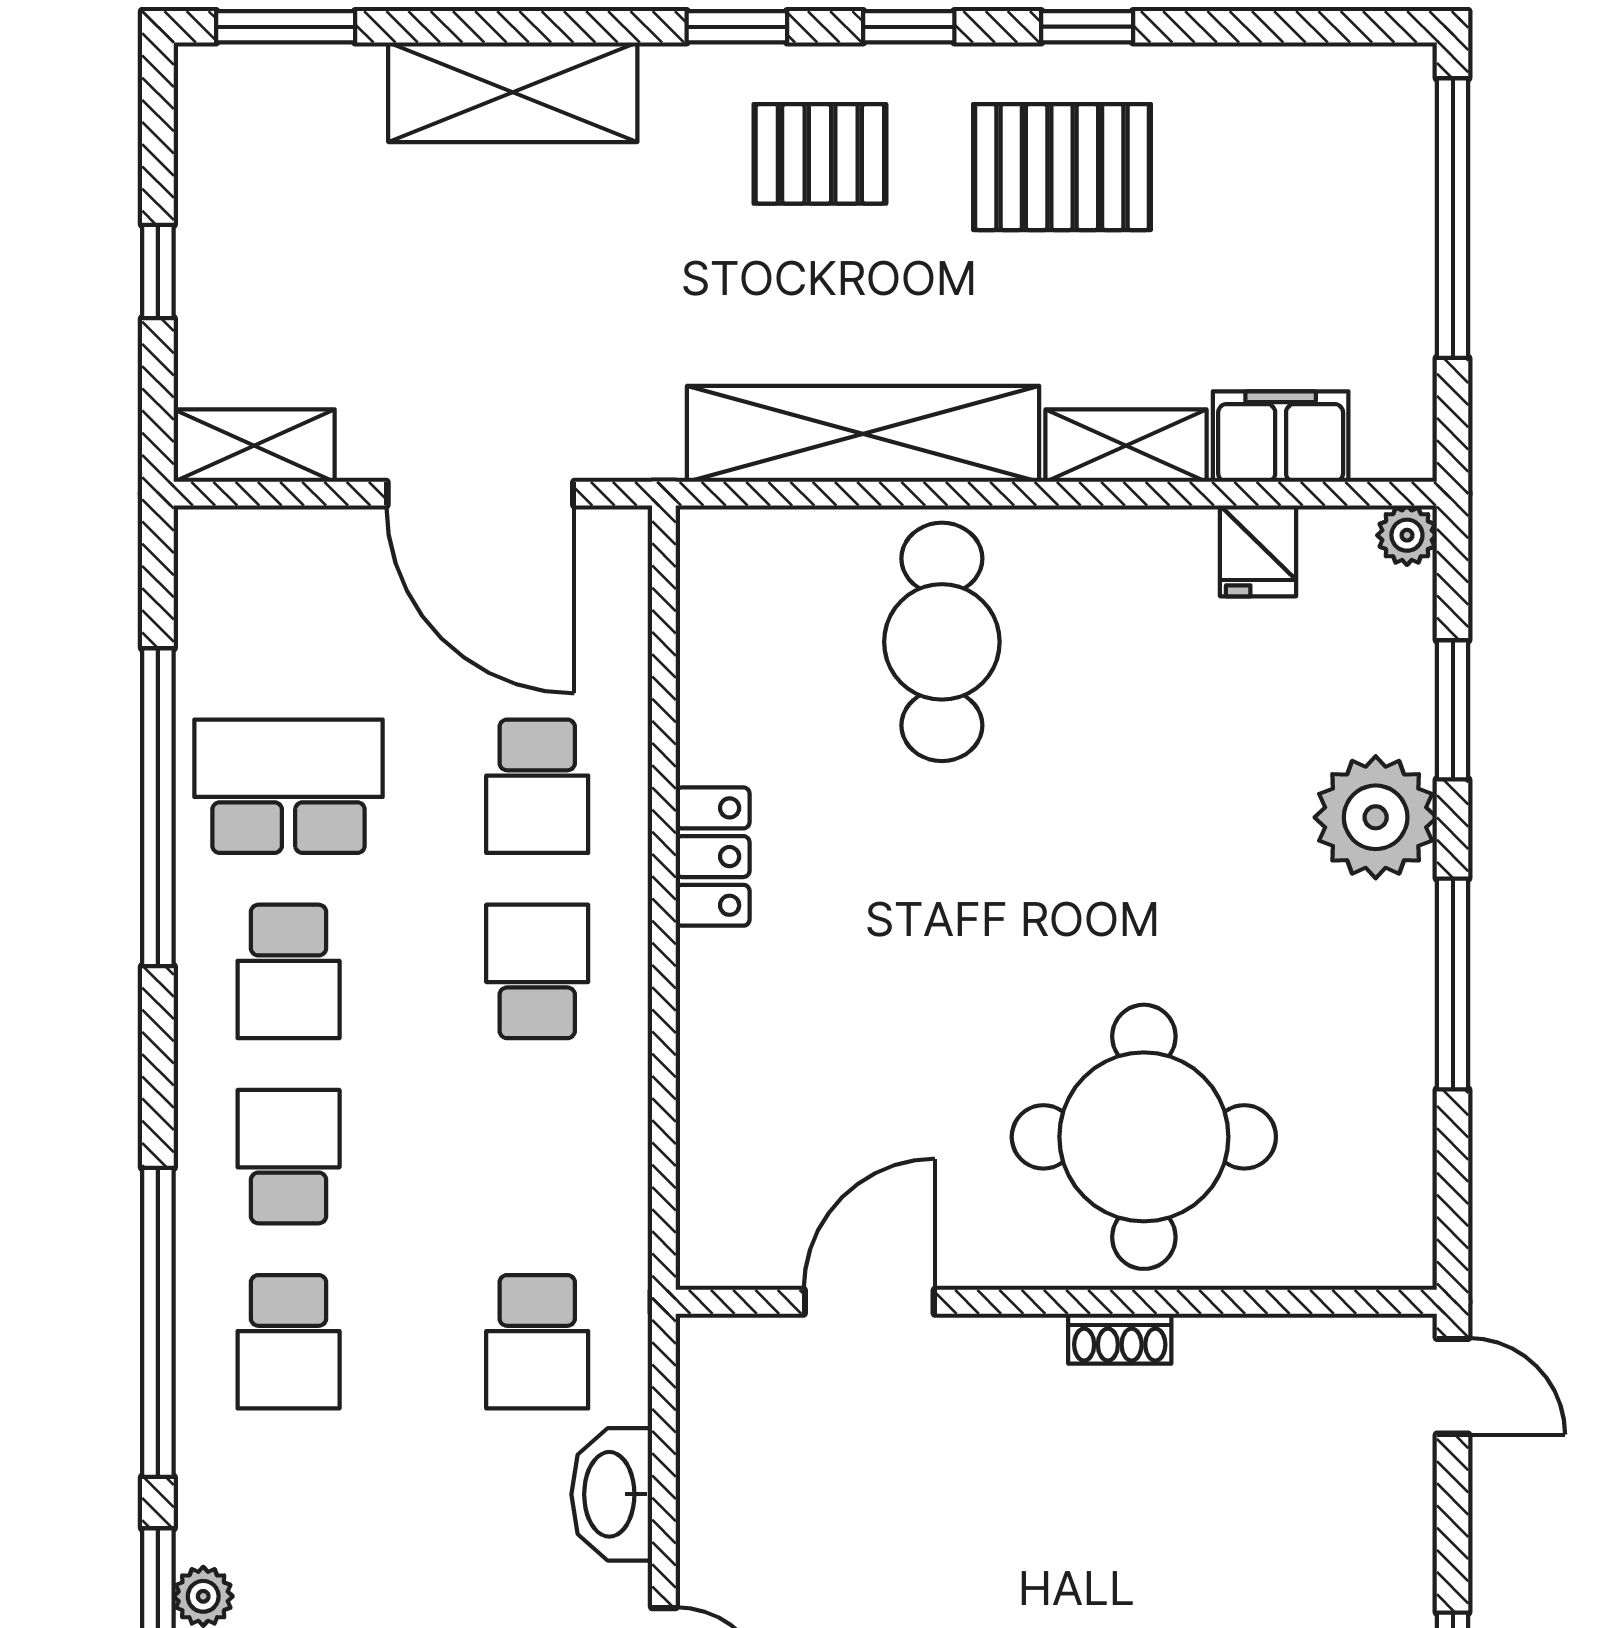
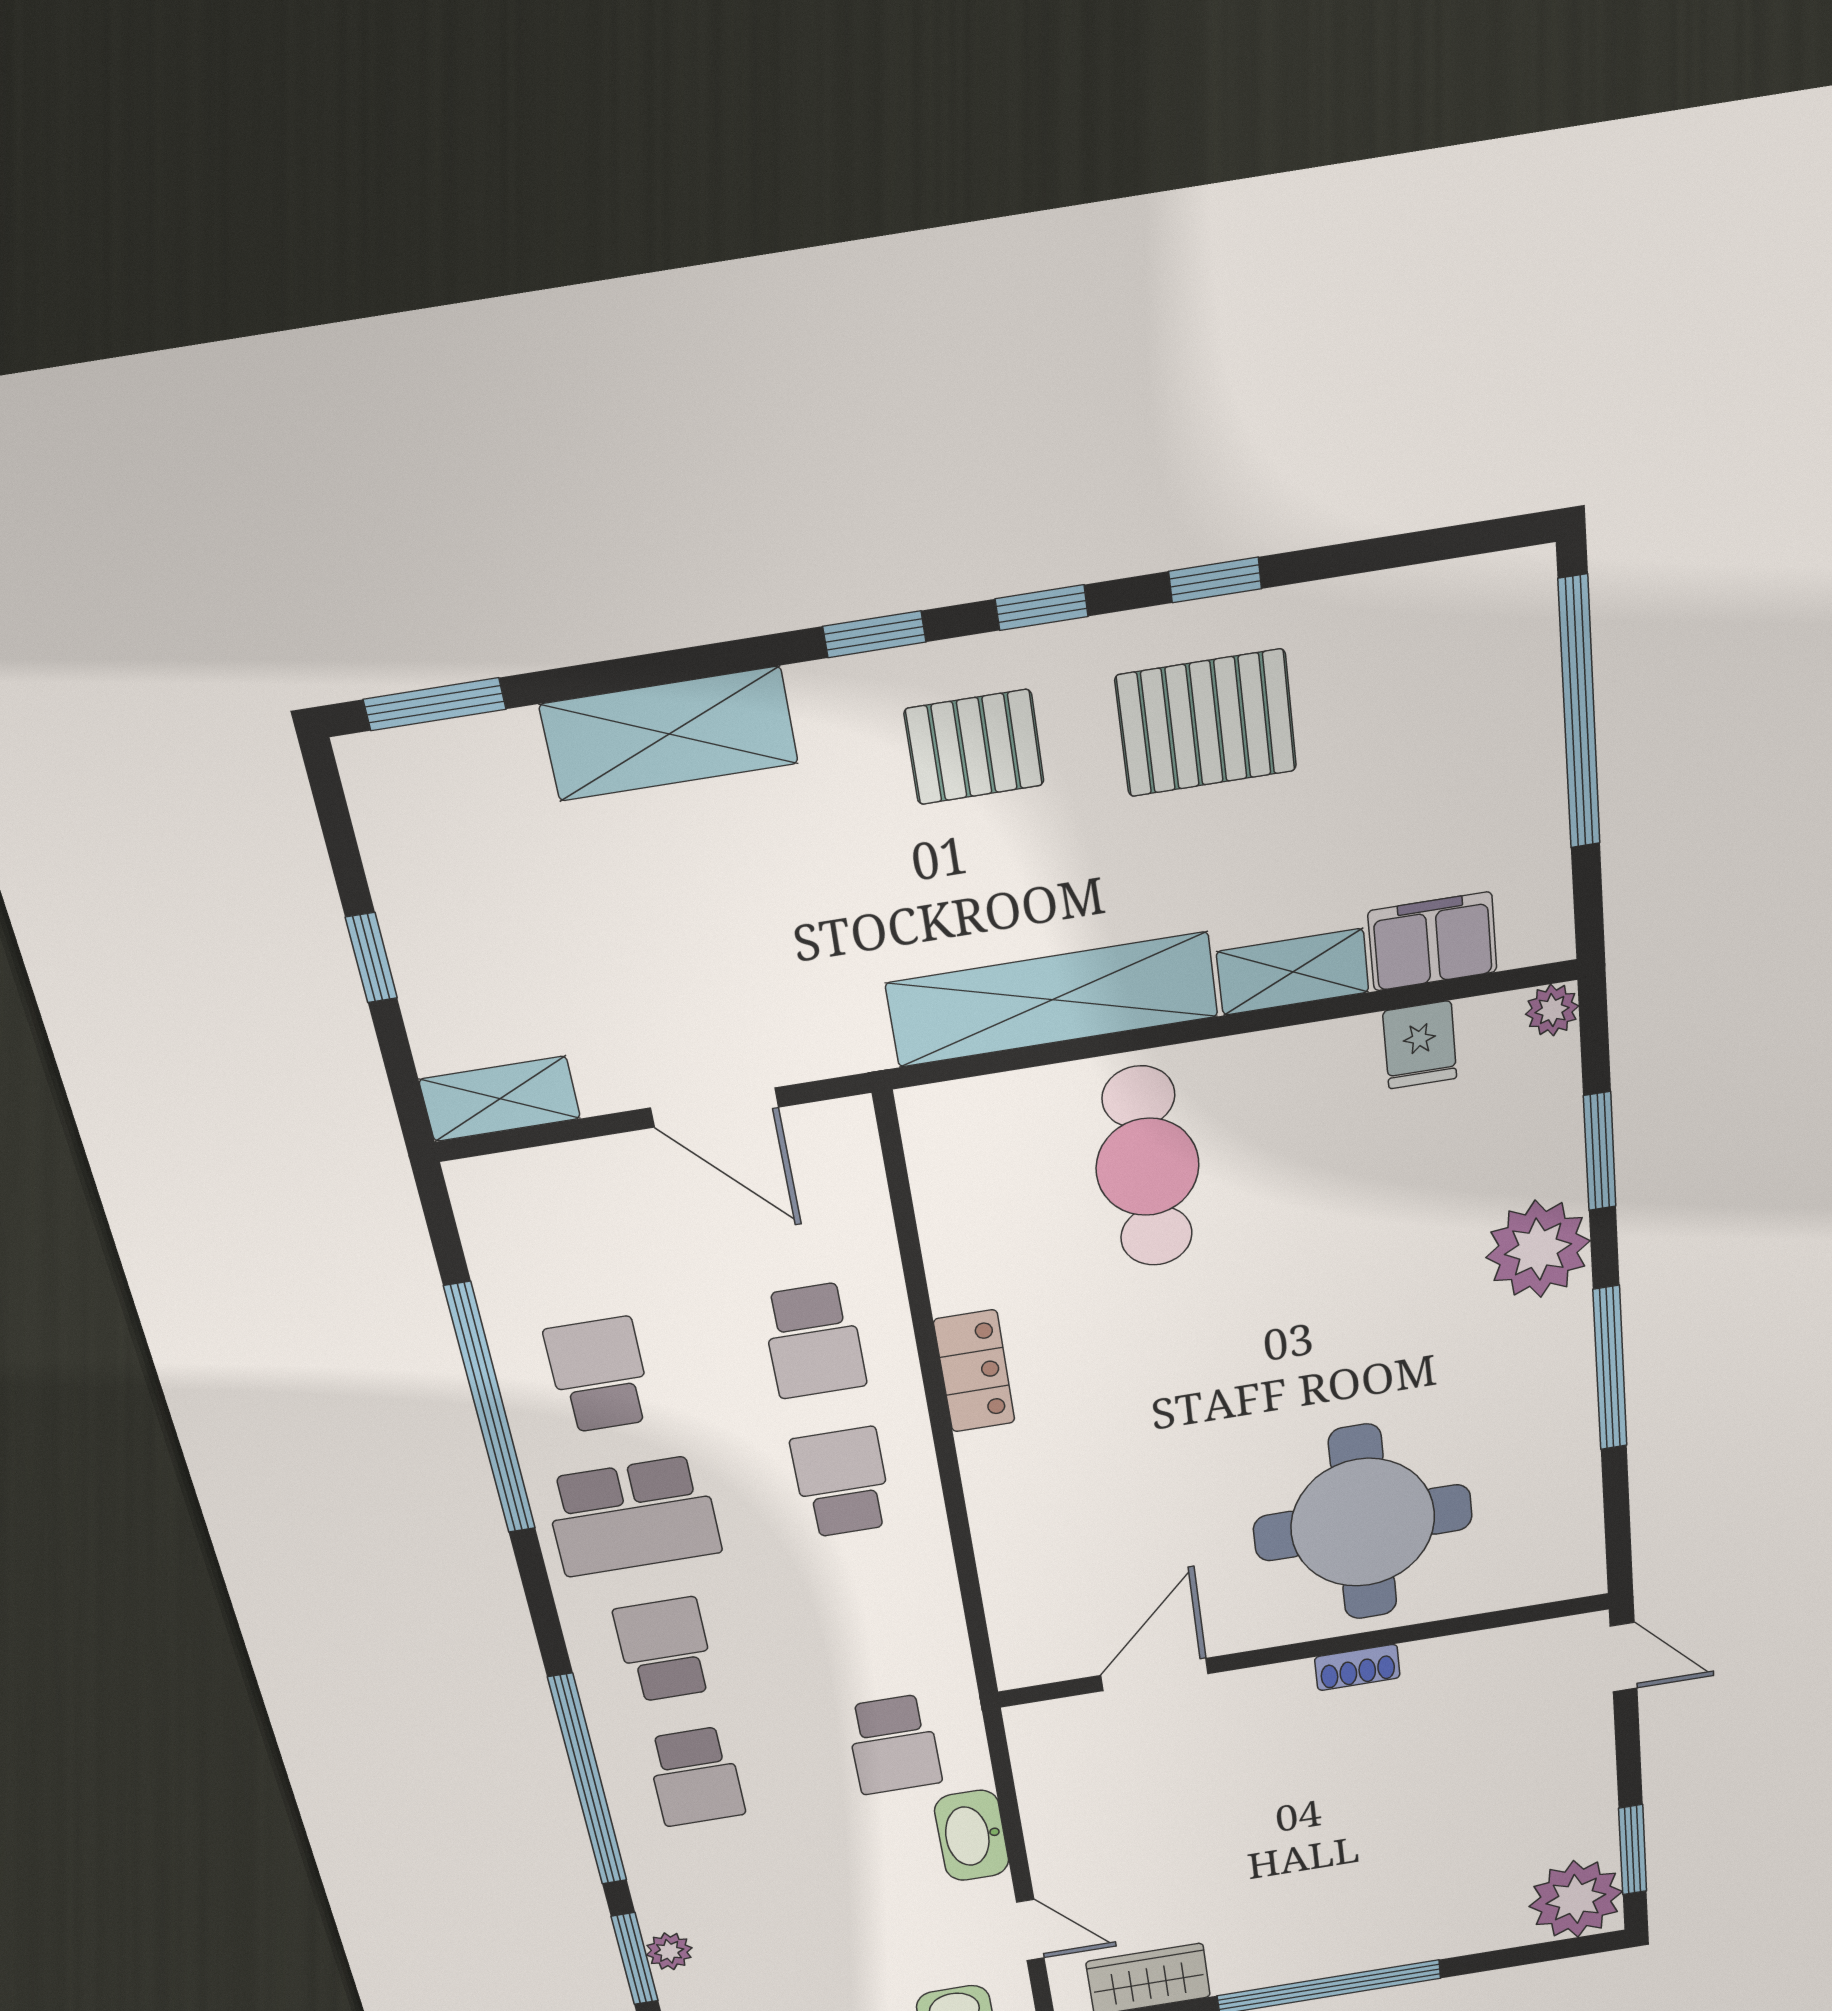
door: (480, 494) -> (715, 1107), width x0.73
school desk: (289, 786) -> (599, 1375), width x0.54
school desk: (289, 971) -> (633, 1516), width x1.85

